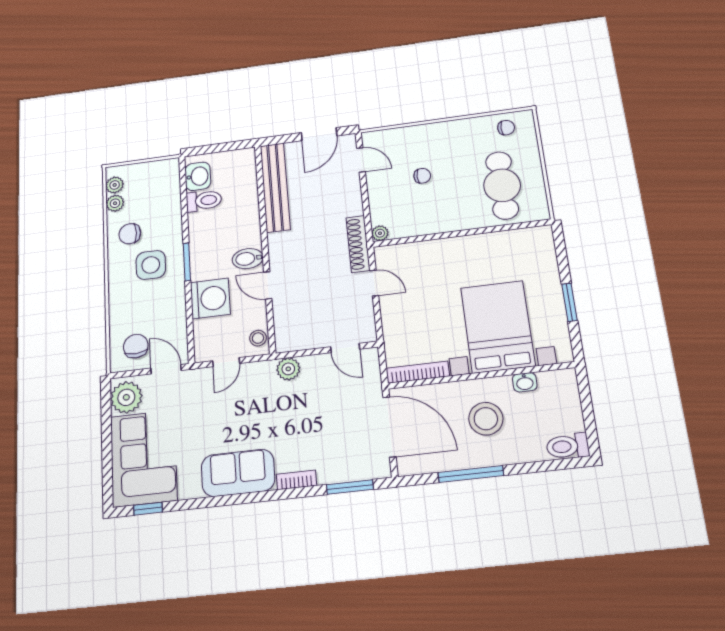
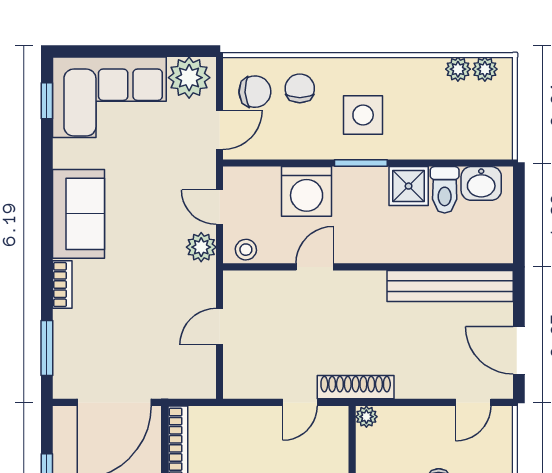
shower: (202, 226) -> (409, 186), added
chair: (130, 234) -> (300, 88), moved
bidet: (248, 259) -> (355, 243), removed
door: (345, 348) -> (219, 327), moved
plant: (288, 369) -> (201, 247), moved

